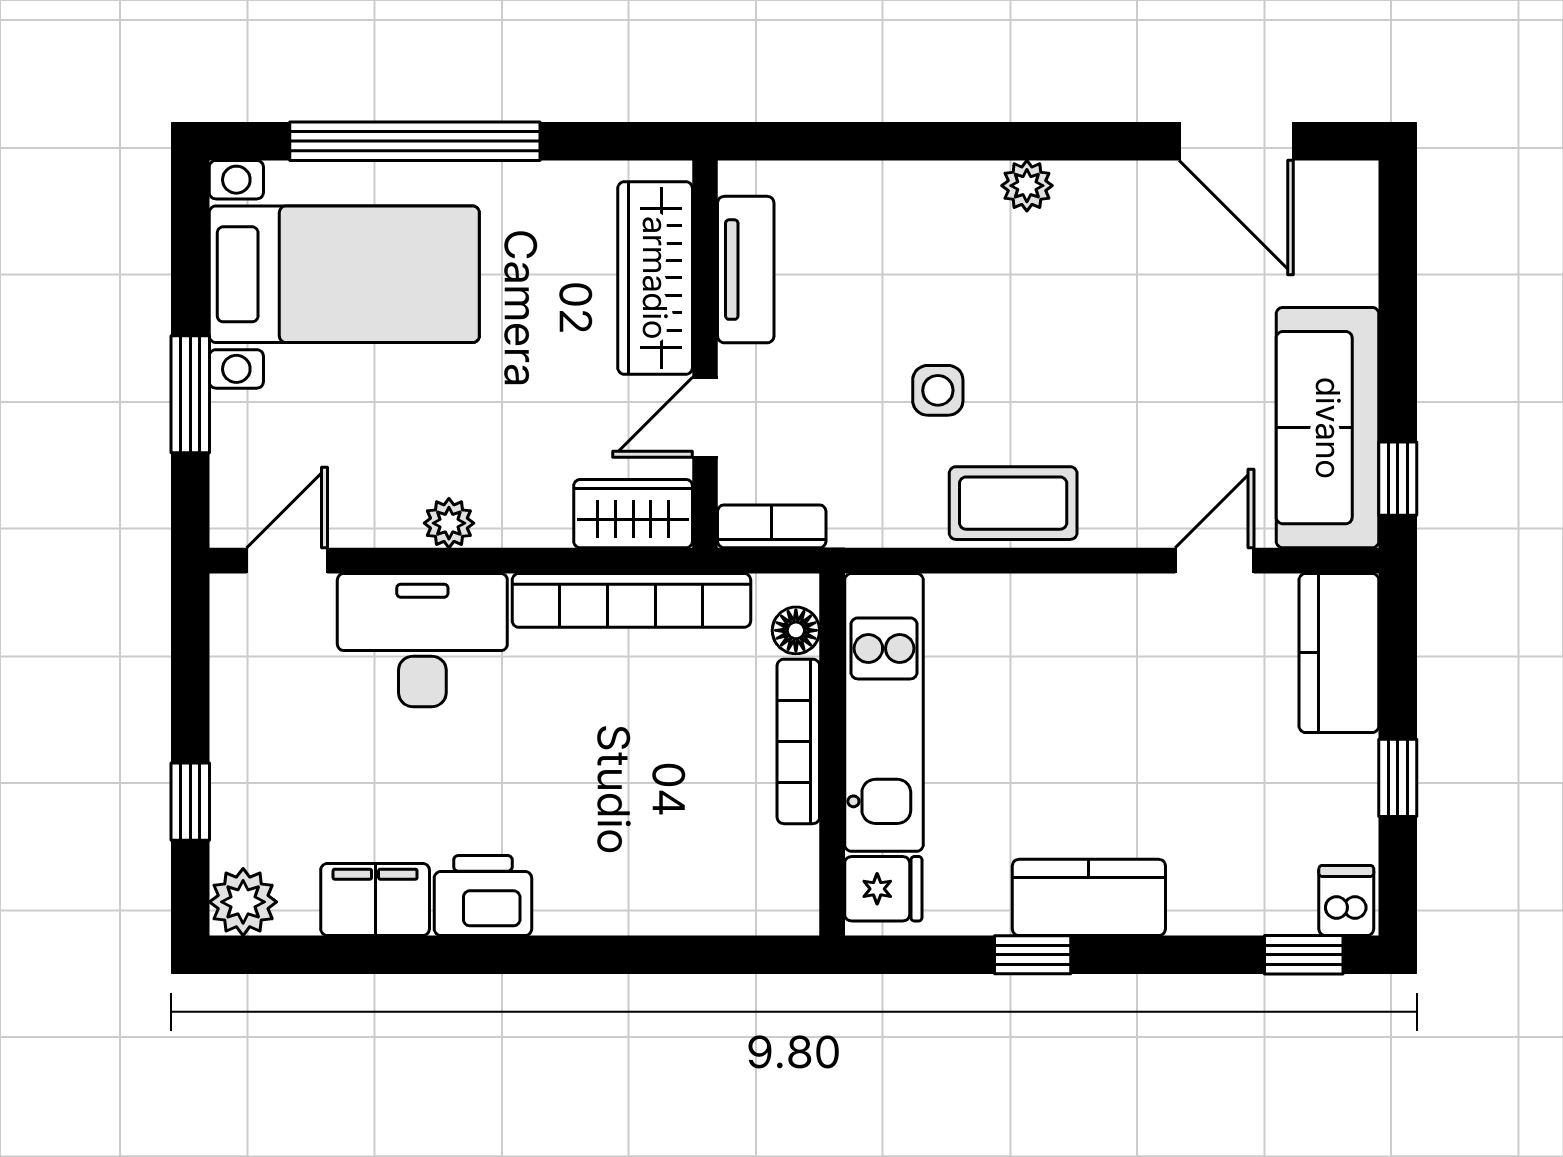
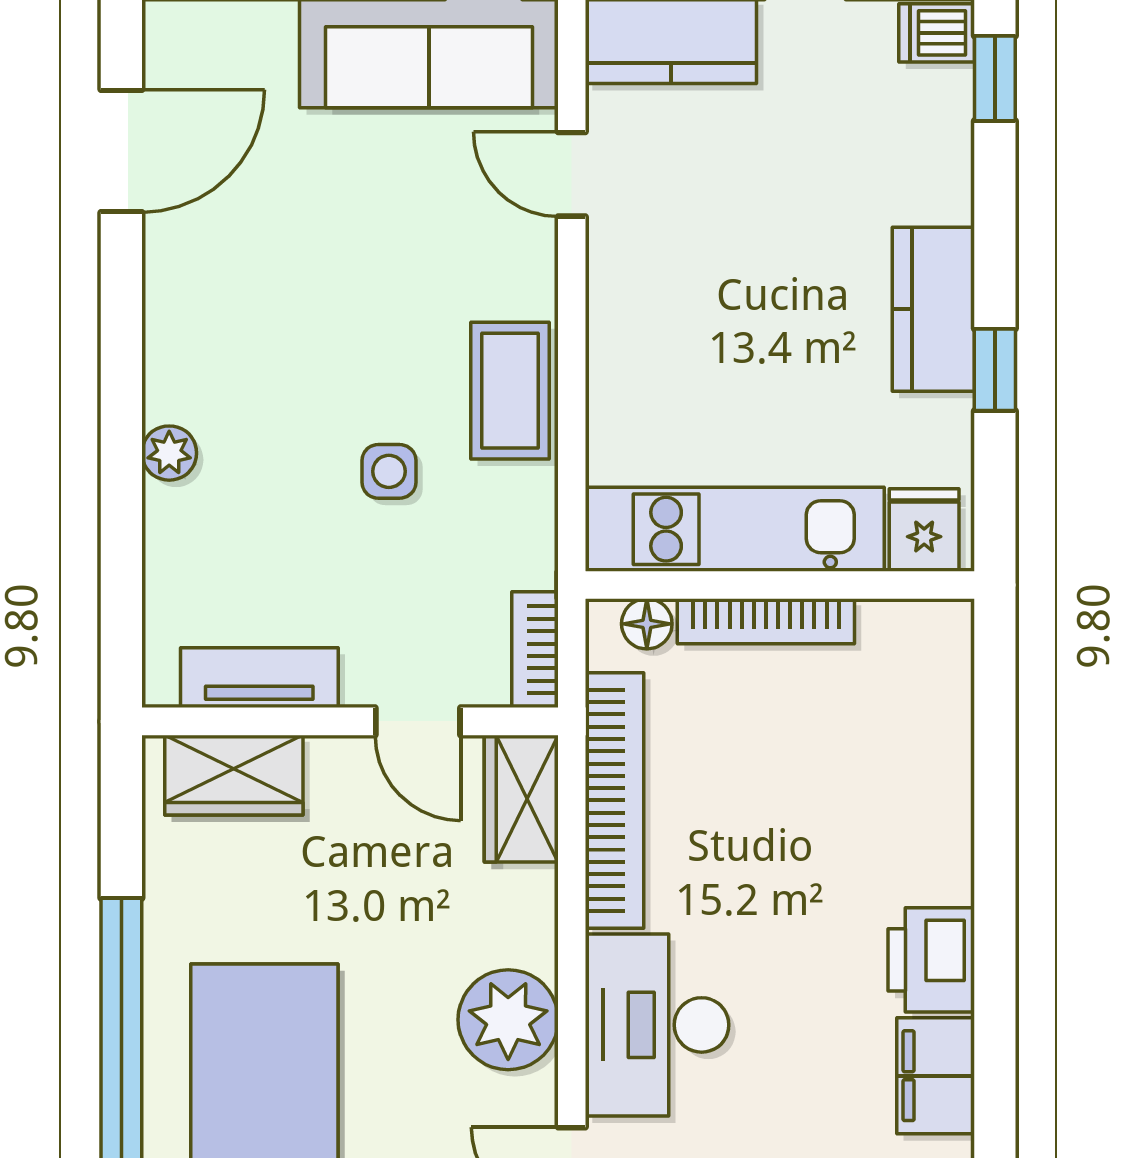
plant: (1027, 186) -> (169, 453), moved
wardrobe: (655, 278) -> (234, 775), width x0.67
plant: (449, 523) -> (508, 1020), width x1.88, depth x1.88

